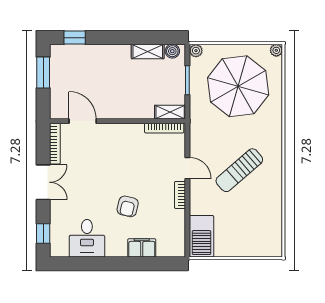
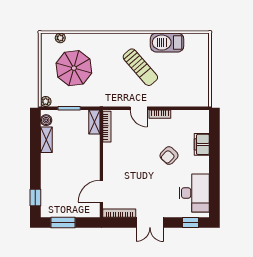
plant: (276, 50) -> (60, 38), moved
parasol: (238, 86) -> (74, 68), width x0.73, depth x0.73
door: (187, 168) -> (139, 108), swing flipped
double door: (43, 182) -> (150, 223), swing flipped
armchair: (128, 206) -> (169, 156), turned 121
barbecue: (201, 236) -> (167, 43), moved, turned 180
desk: (87, 238) -> (194, 193), width x1.37

